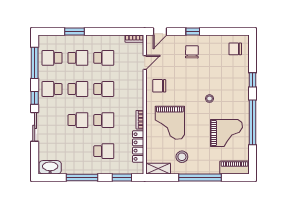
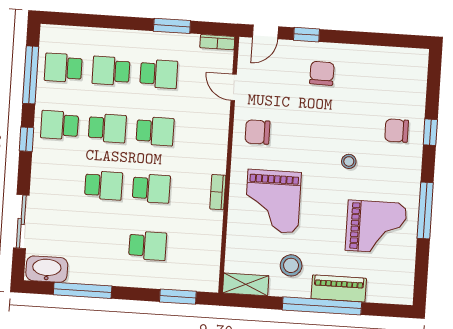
window: (75, 32) -> (172, 26), moved
window: (193, 32) -> (306, 35), moved
chair: (235, 49) -> (397, 131), moved
school desk: (78, 58) -> (111, 71), turned 180
door: (145, 63) -> (234, 87), swing flipped
window: (252, 122) -> (425, 211), width x0.68
sliding door: (35, 127) -> (21, 222), moved
locker: (138, 147) -> (211, 241), removed
piano: (234, 168) -> (339, 288), moved
window: (82, 178) -> (83, 290), moved

